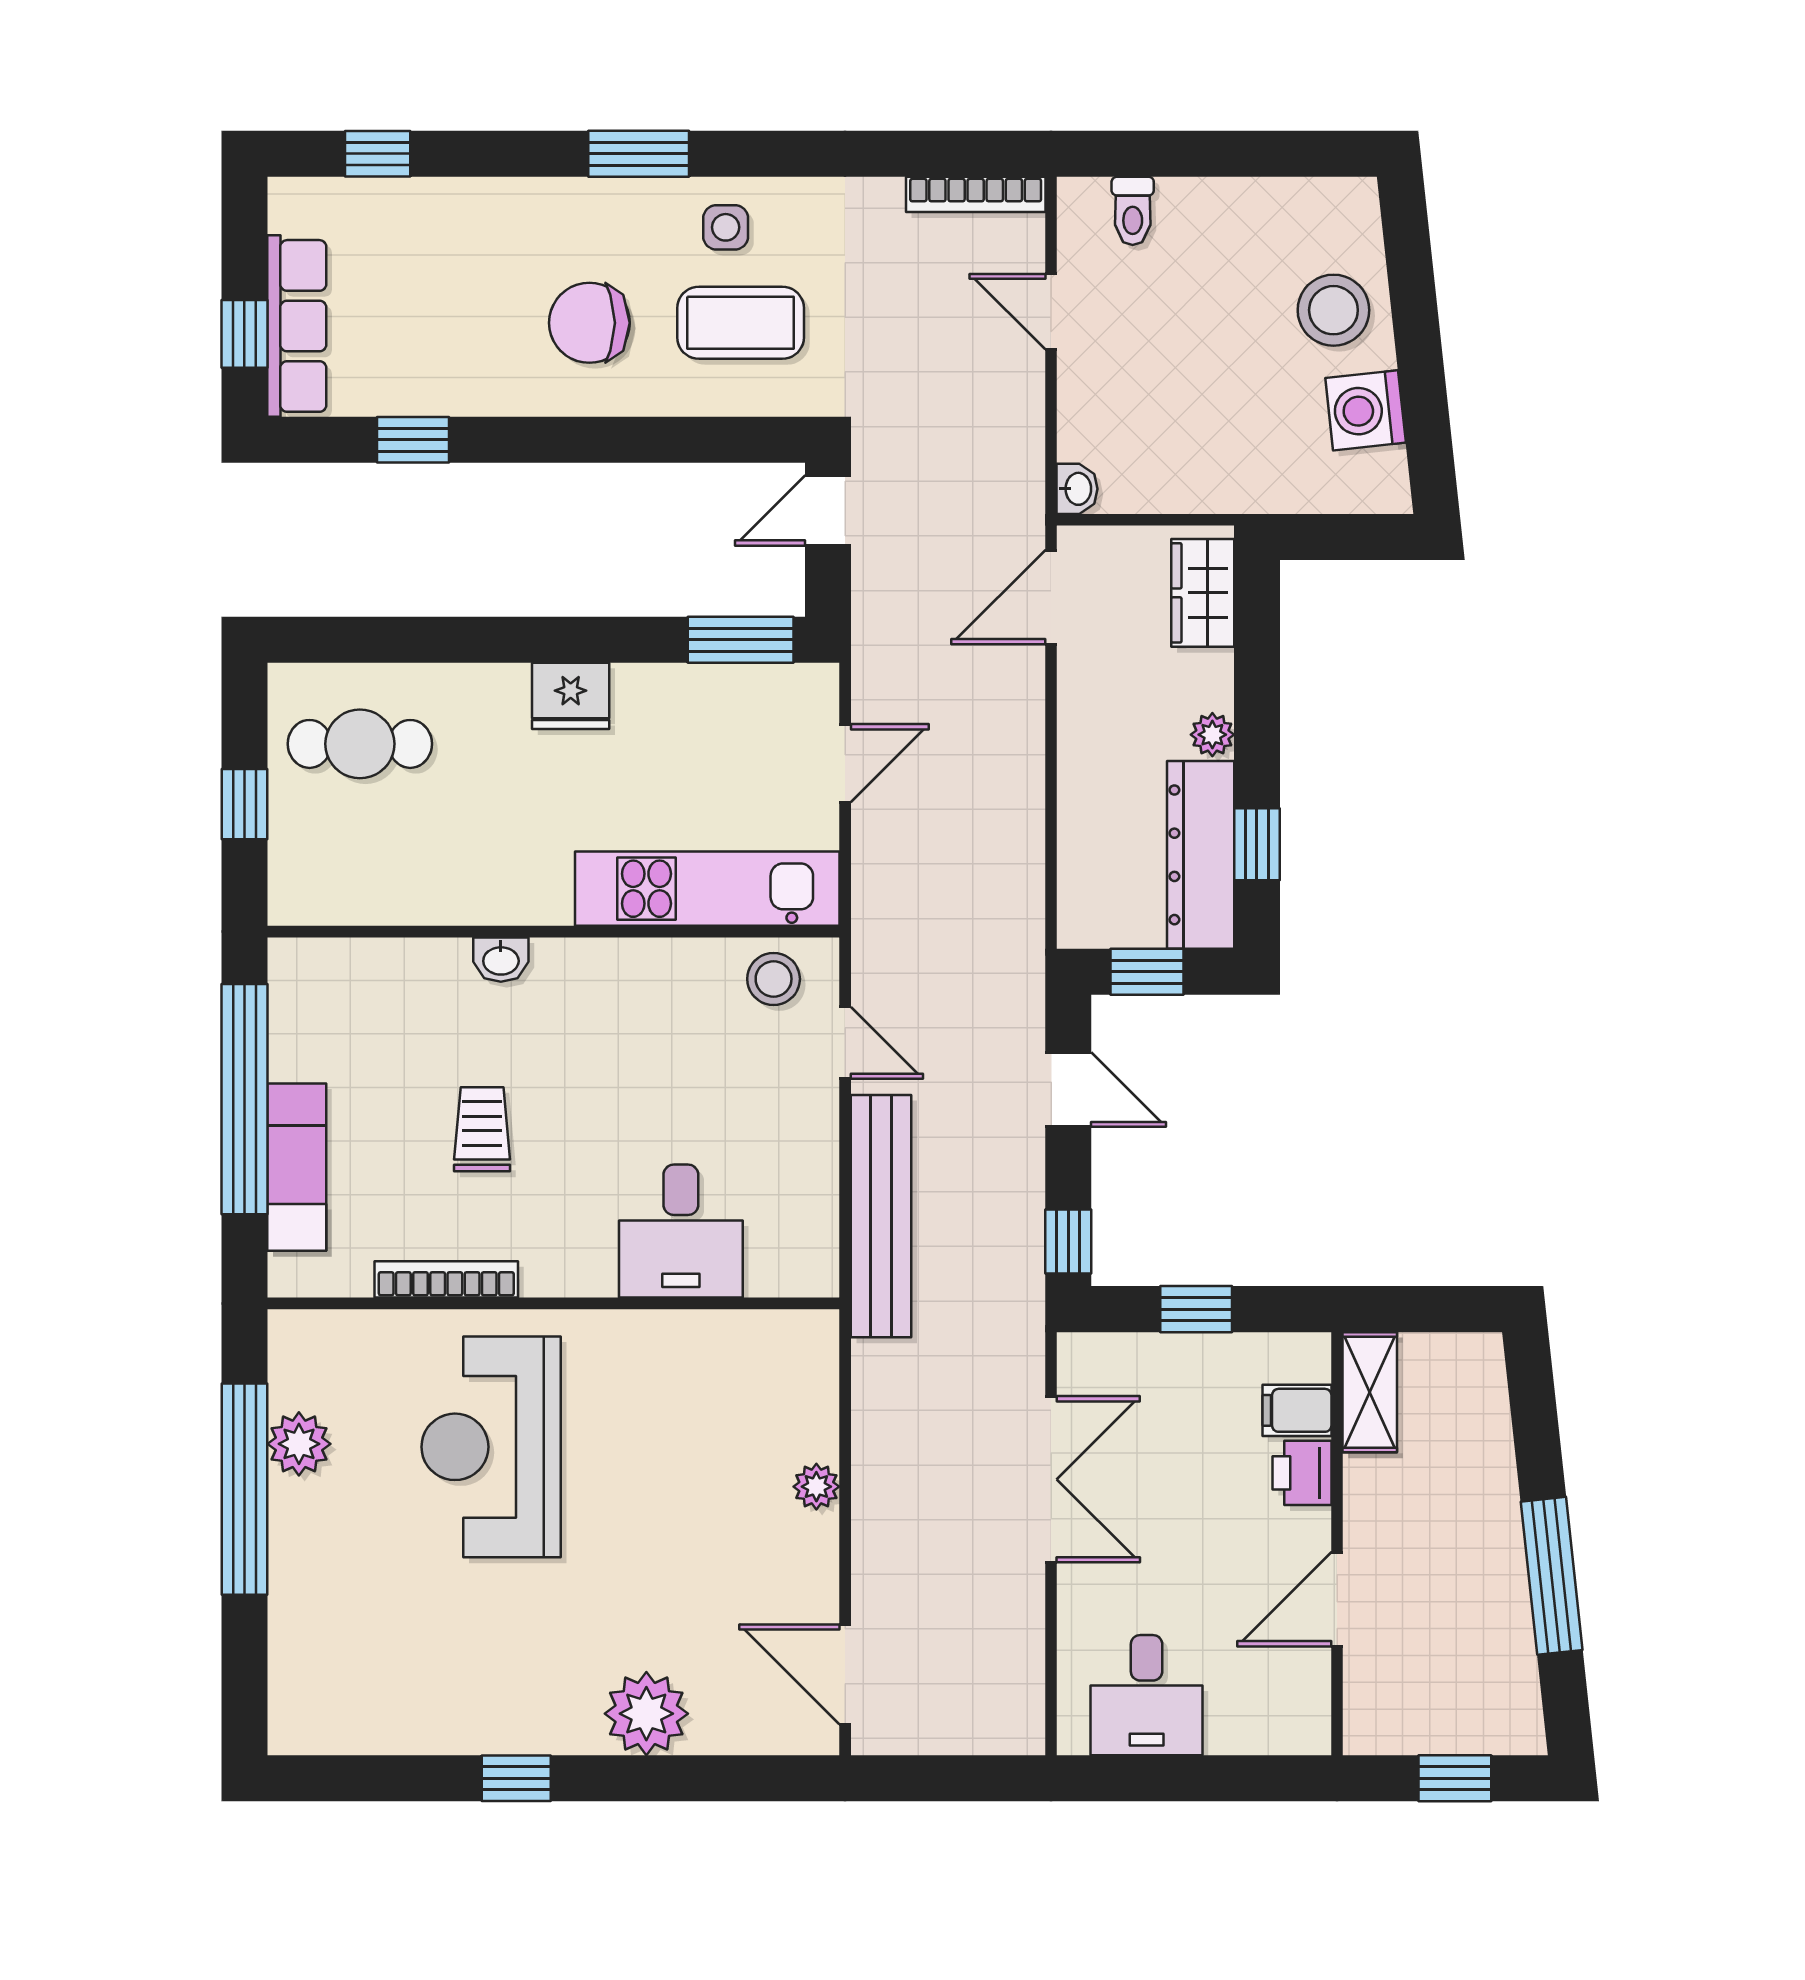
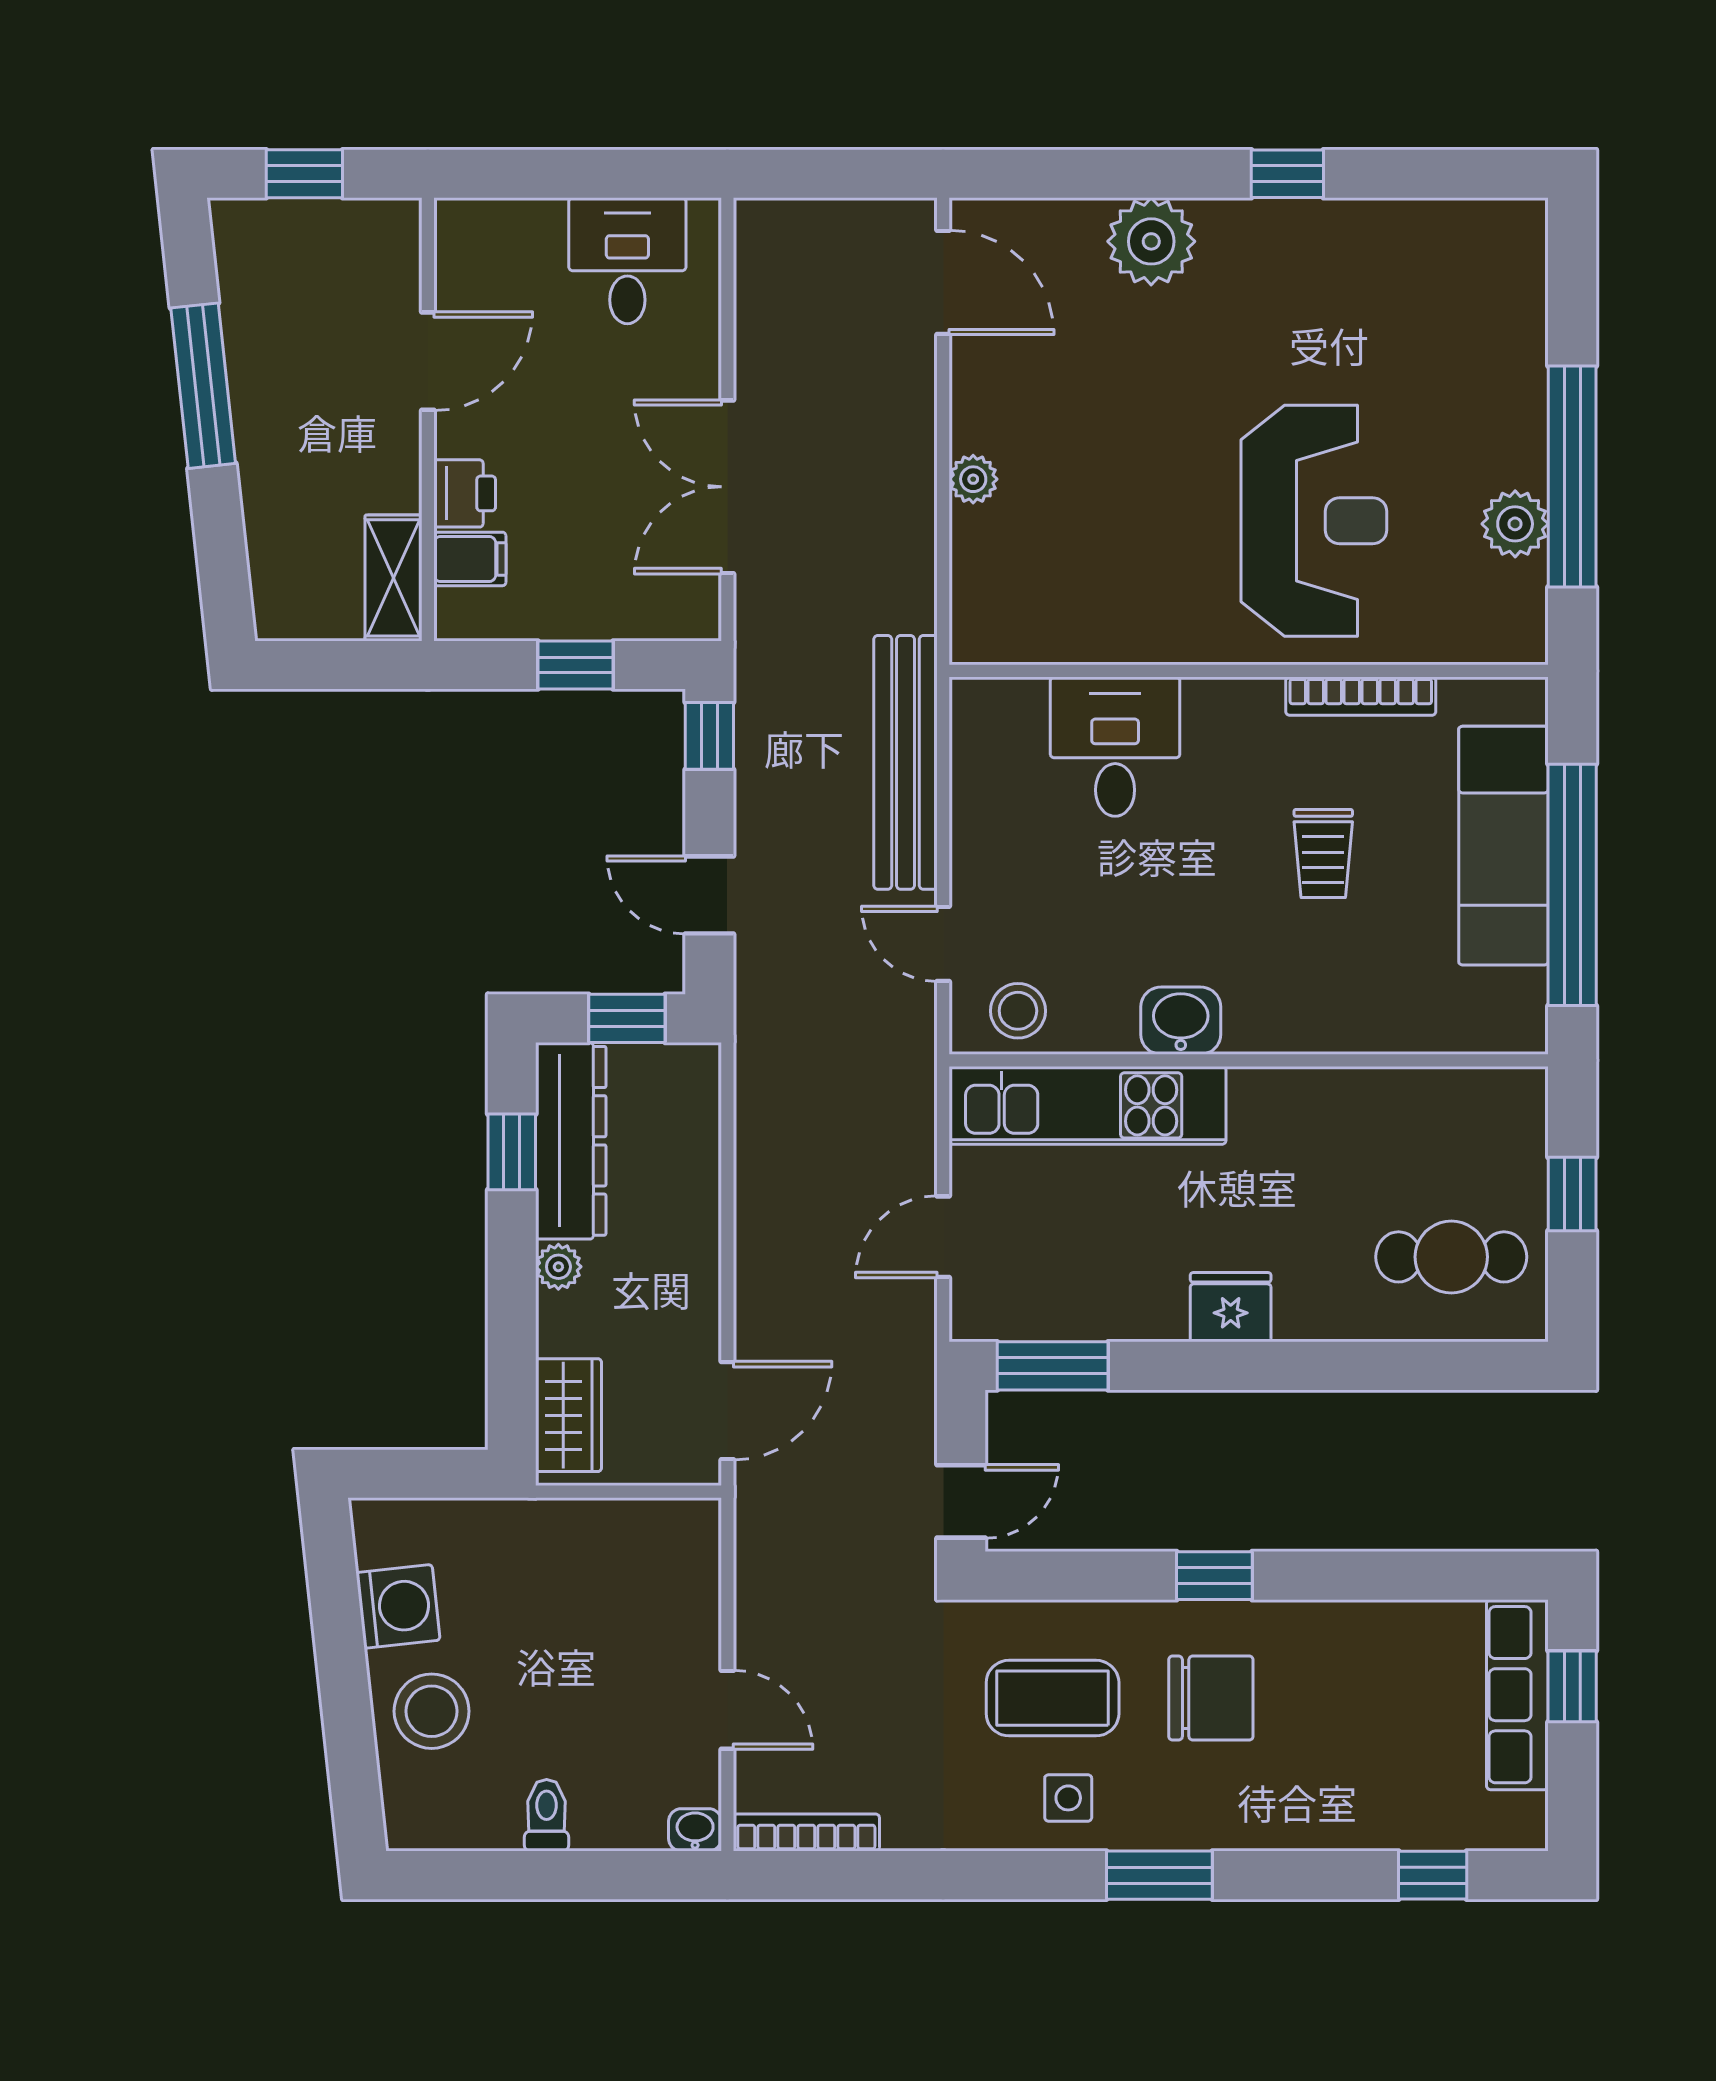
toilet: (1133, 211) -> (547, 1815), moved
window: (413, 440) -> (1214, 1576), moved
washbasin: (1077, 489) -> (695, 1830), moved, turned 90
washbasin: (501, 960) -> (1181, 1021), moved, width x1.38, depth x1.45
exam couch: (297, 1167) -> (1503, 846), width x1.36, depth x1.45

